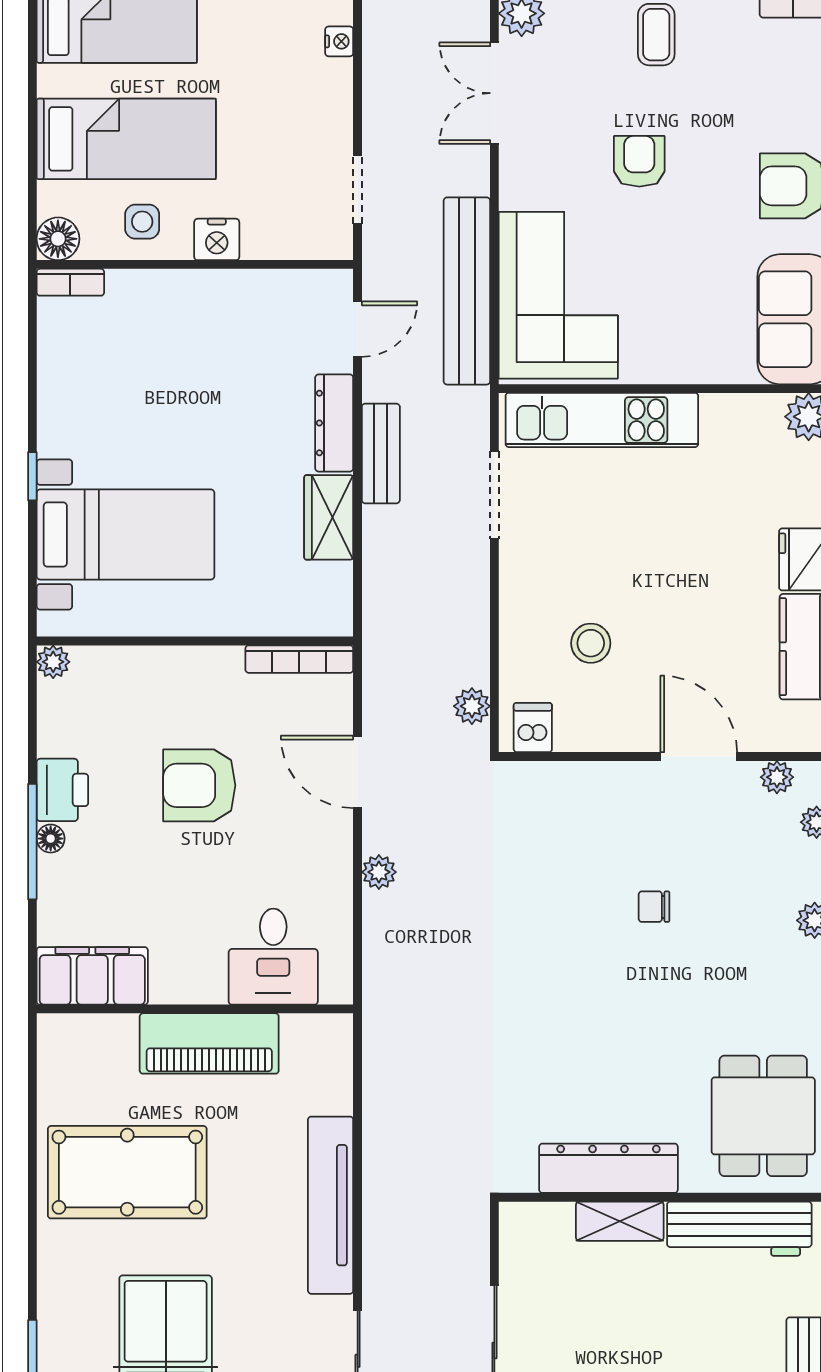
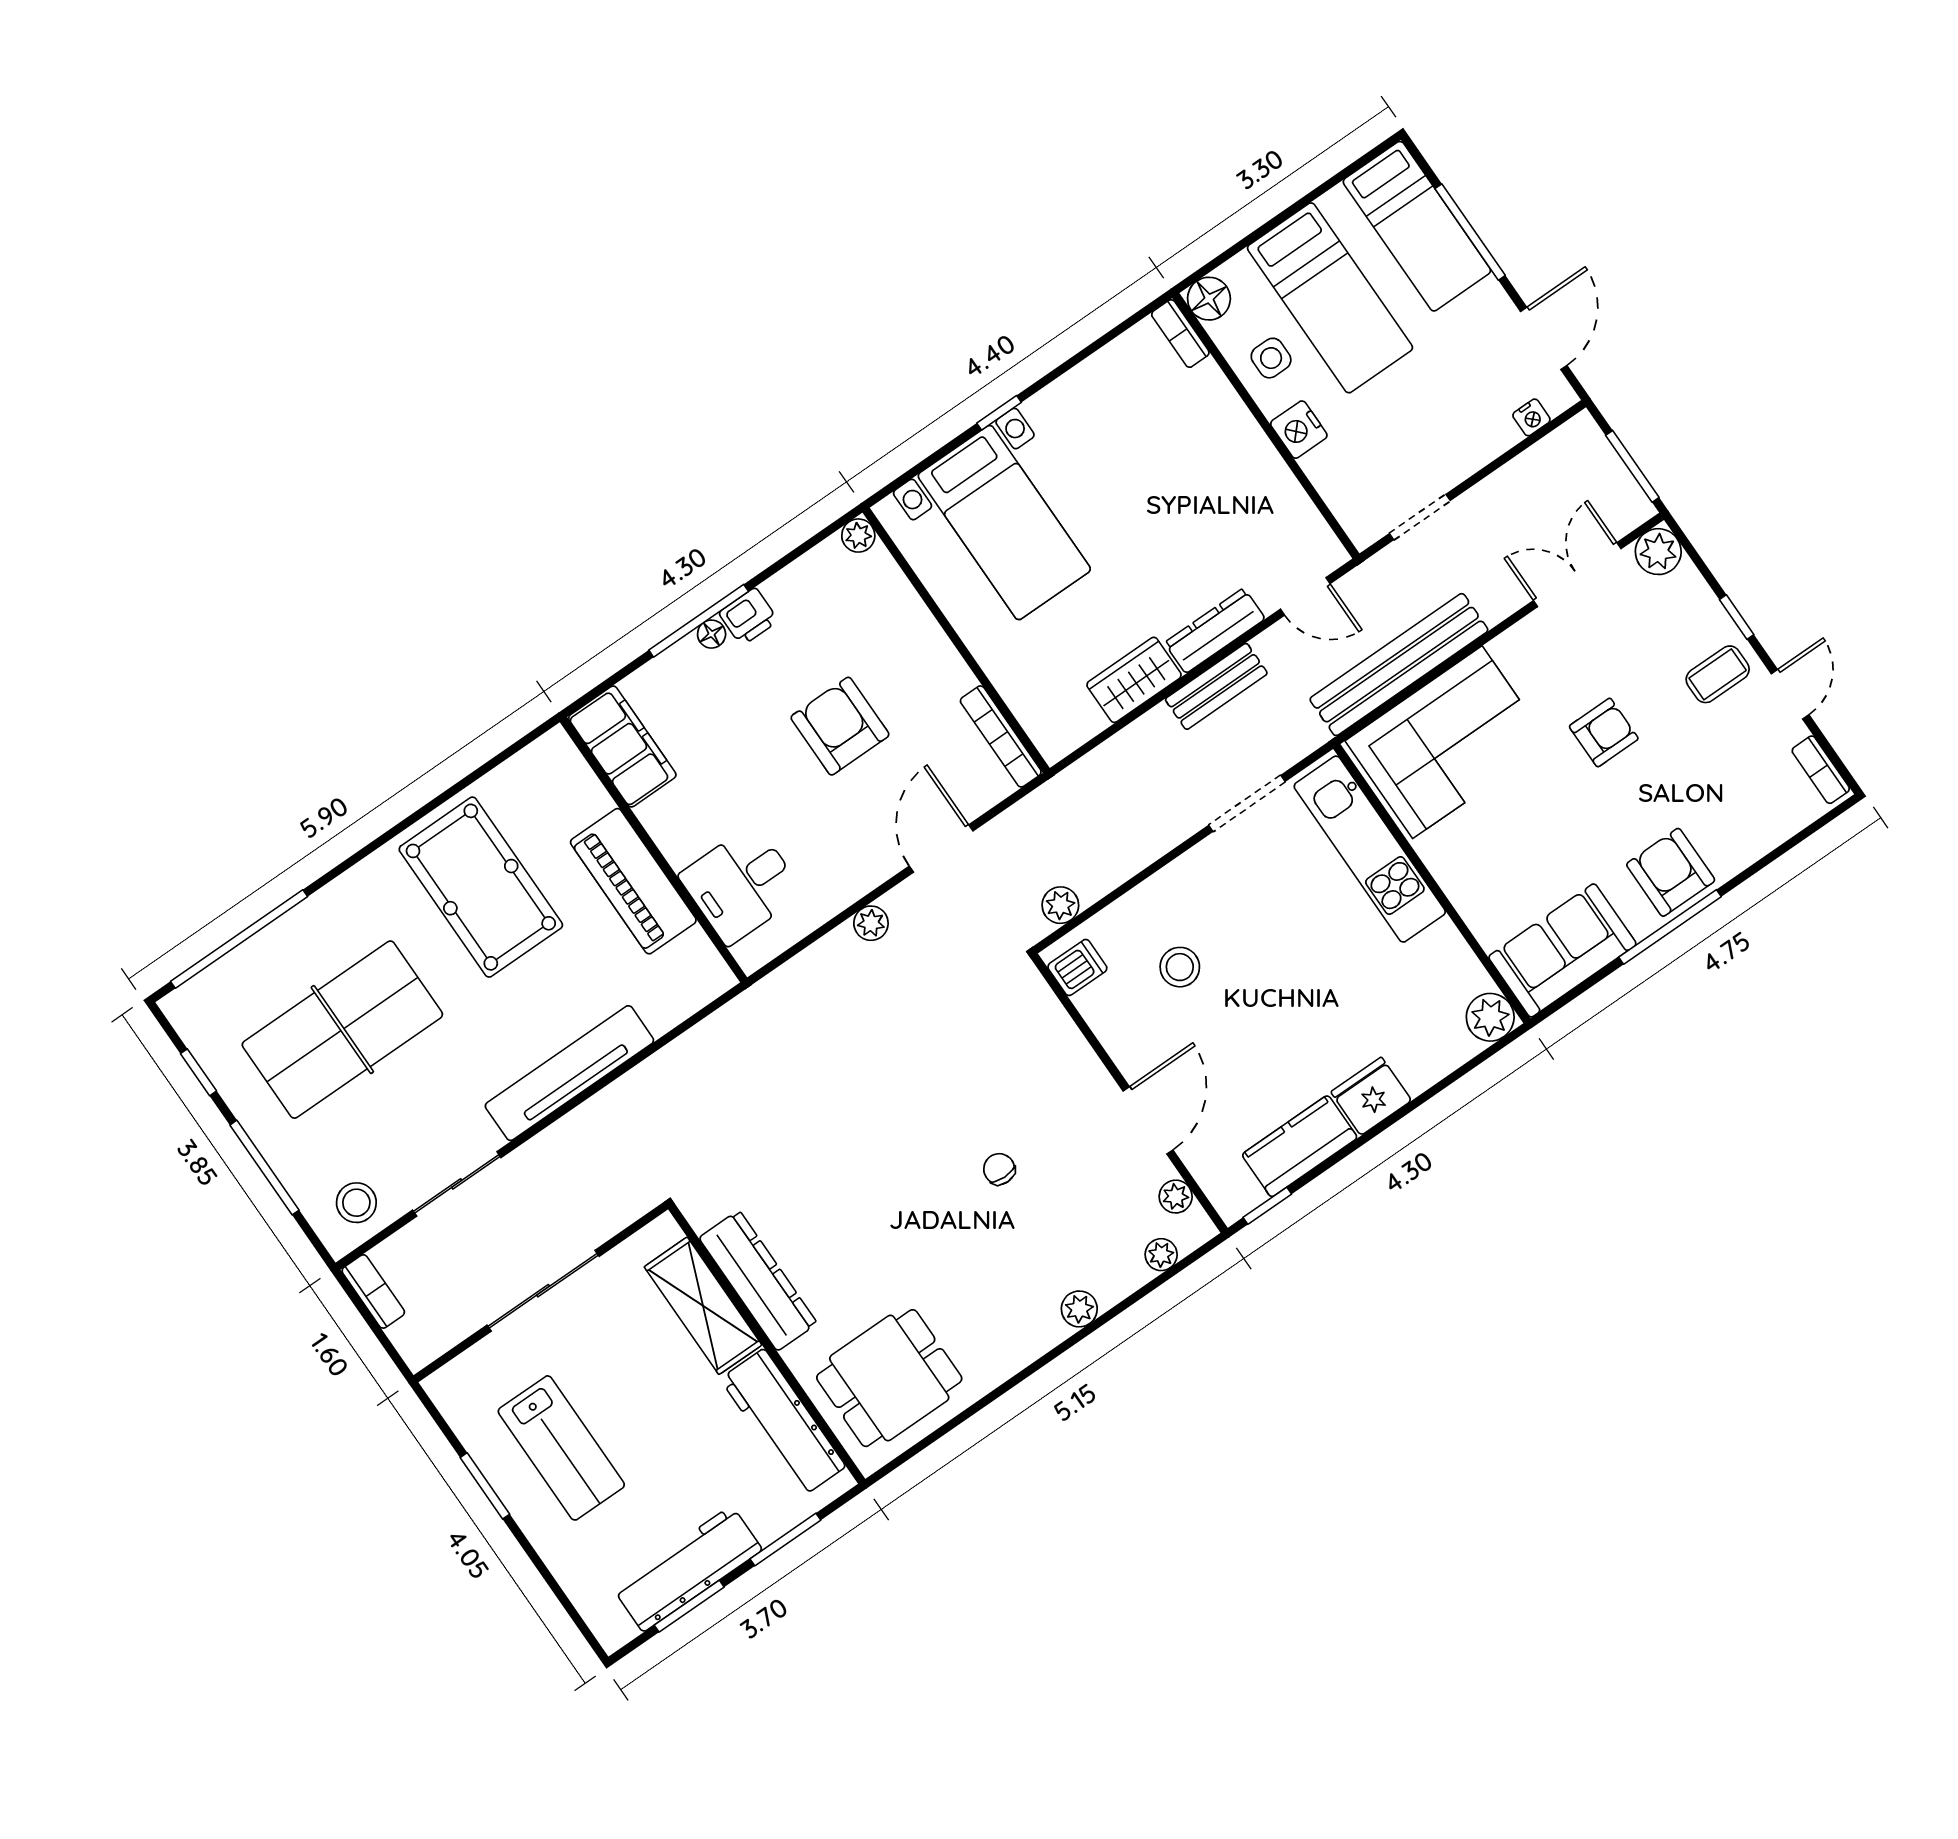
printer: (62, 790) -> (749, 617), width x0.73, depth x0.81
shelving: (620, 1221) -> (703, 1306), width x1.50, depth x1.33

